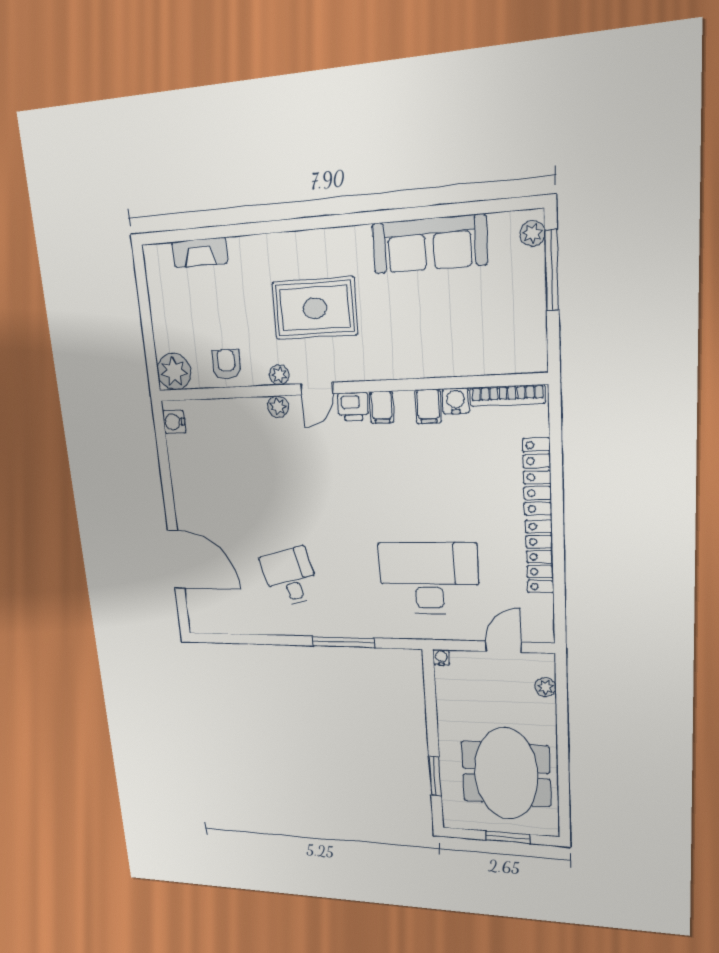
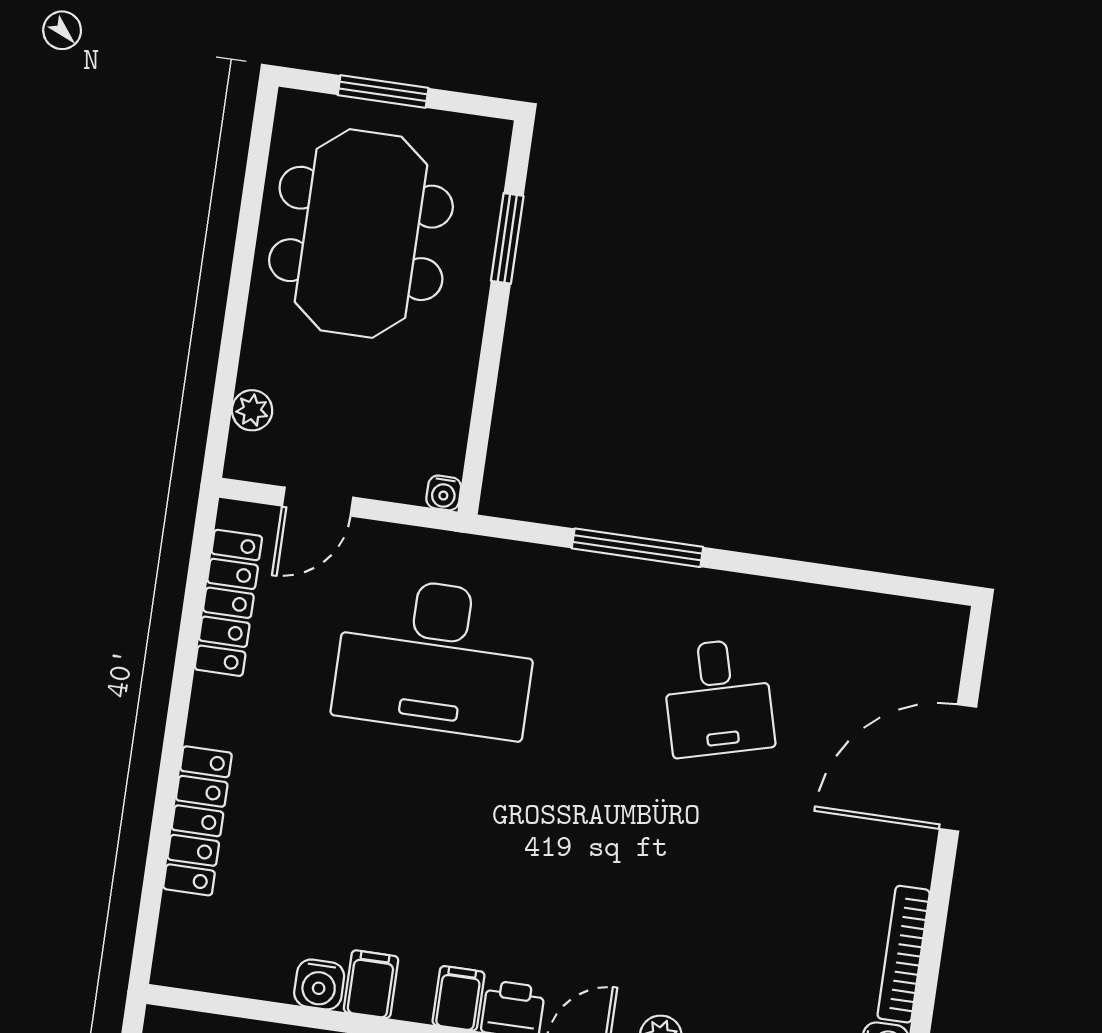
bookcase: (507, 395) -> (904, 954), moved, turned -90
locker: (540, 557) -> (228, 603), moved
door: (176, 559) -> (958, 768), hinge flipped

